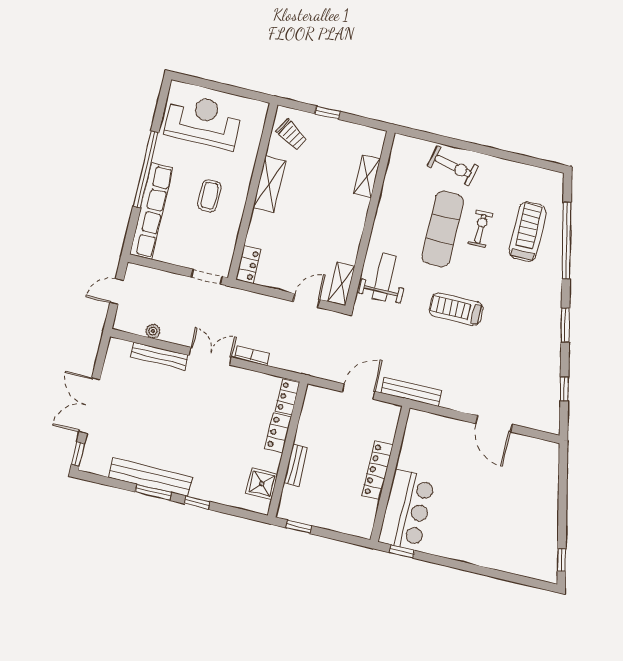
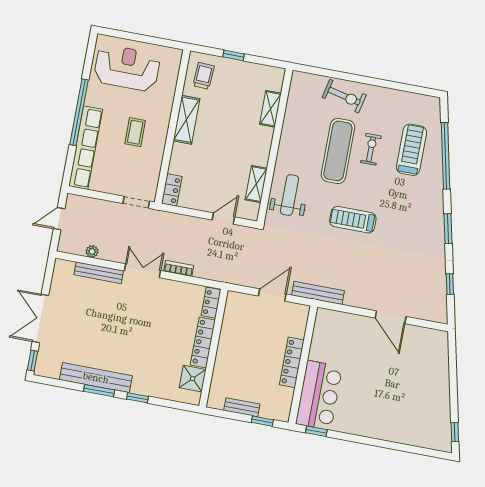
trolley: (292, 135) -> (204, 76), turned -118
shelving: (341, 284) -> (256, 184), moved
locker: (278, 433) -> (203, 342), width x1.53
bench: (296, 465) -> (242, 407), moved, turned 90
window: (299, 527) -> (262, 421), moved

